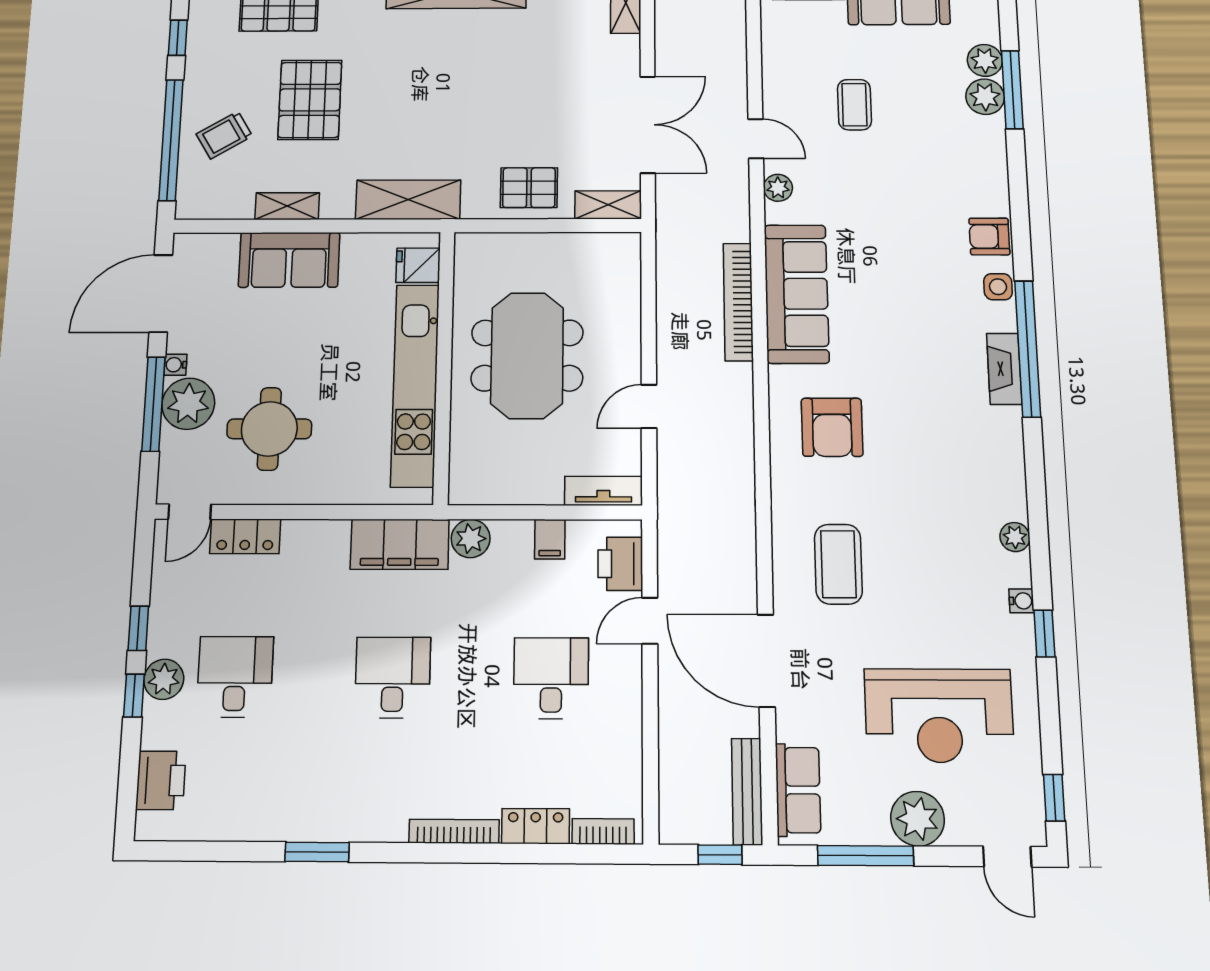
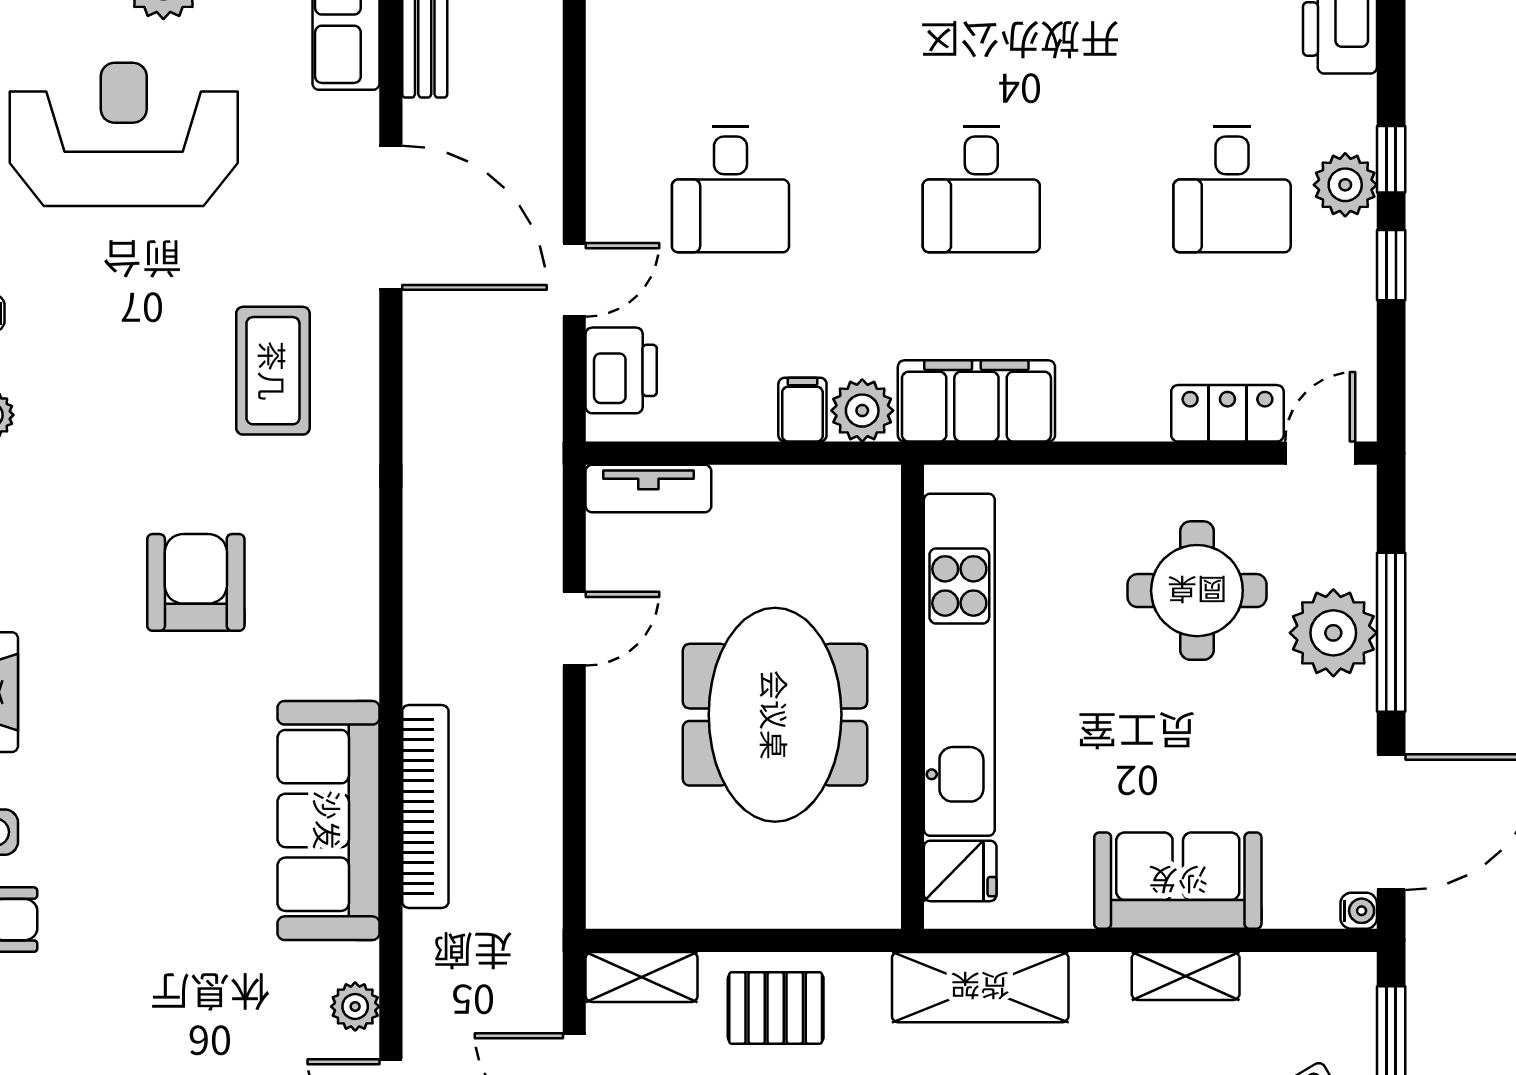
water cooler: (175, 365) -> (1359, 911), moved
armchair: (832, 427) -> (196, 582), moved
filing cabinet: (550, 539) -> (802, 410), moved

